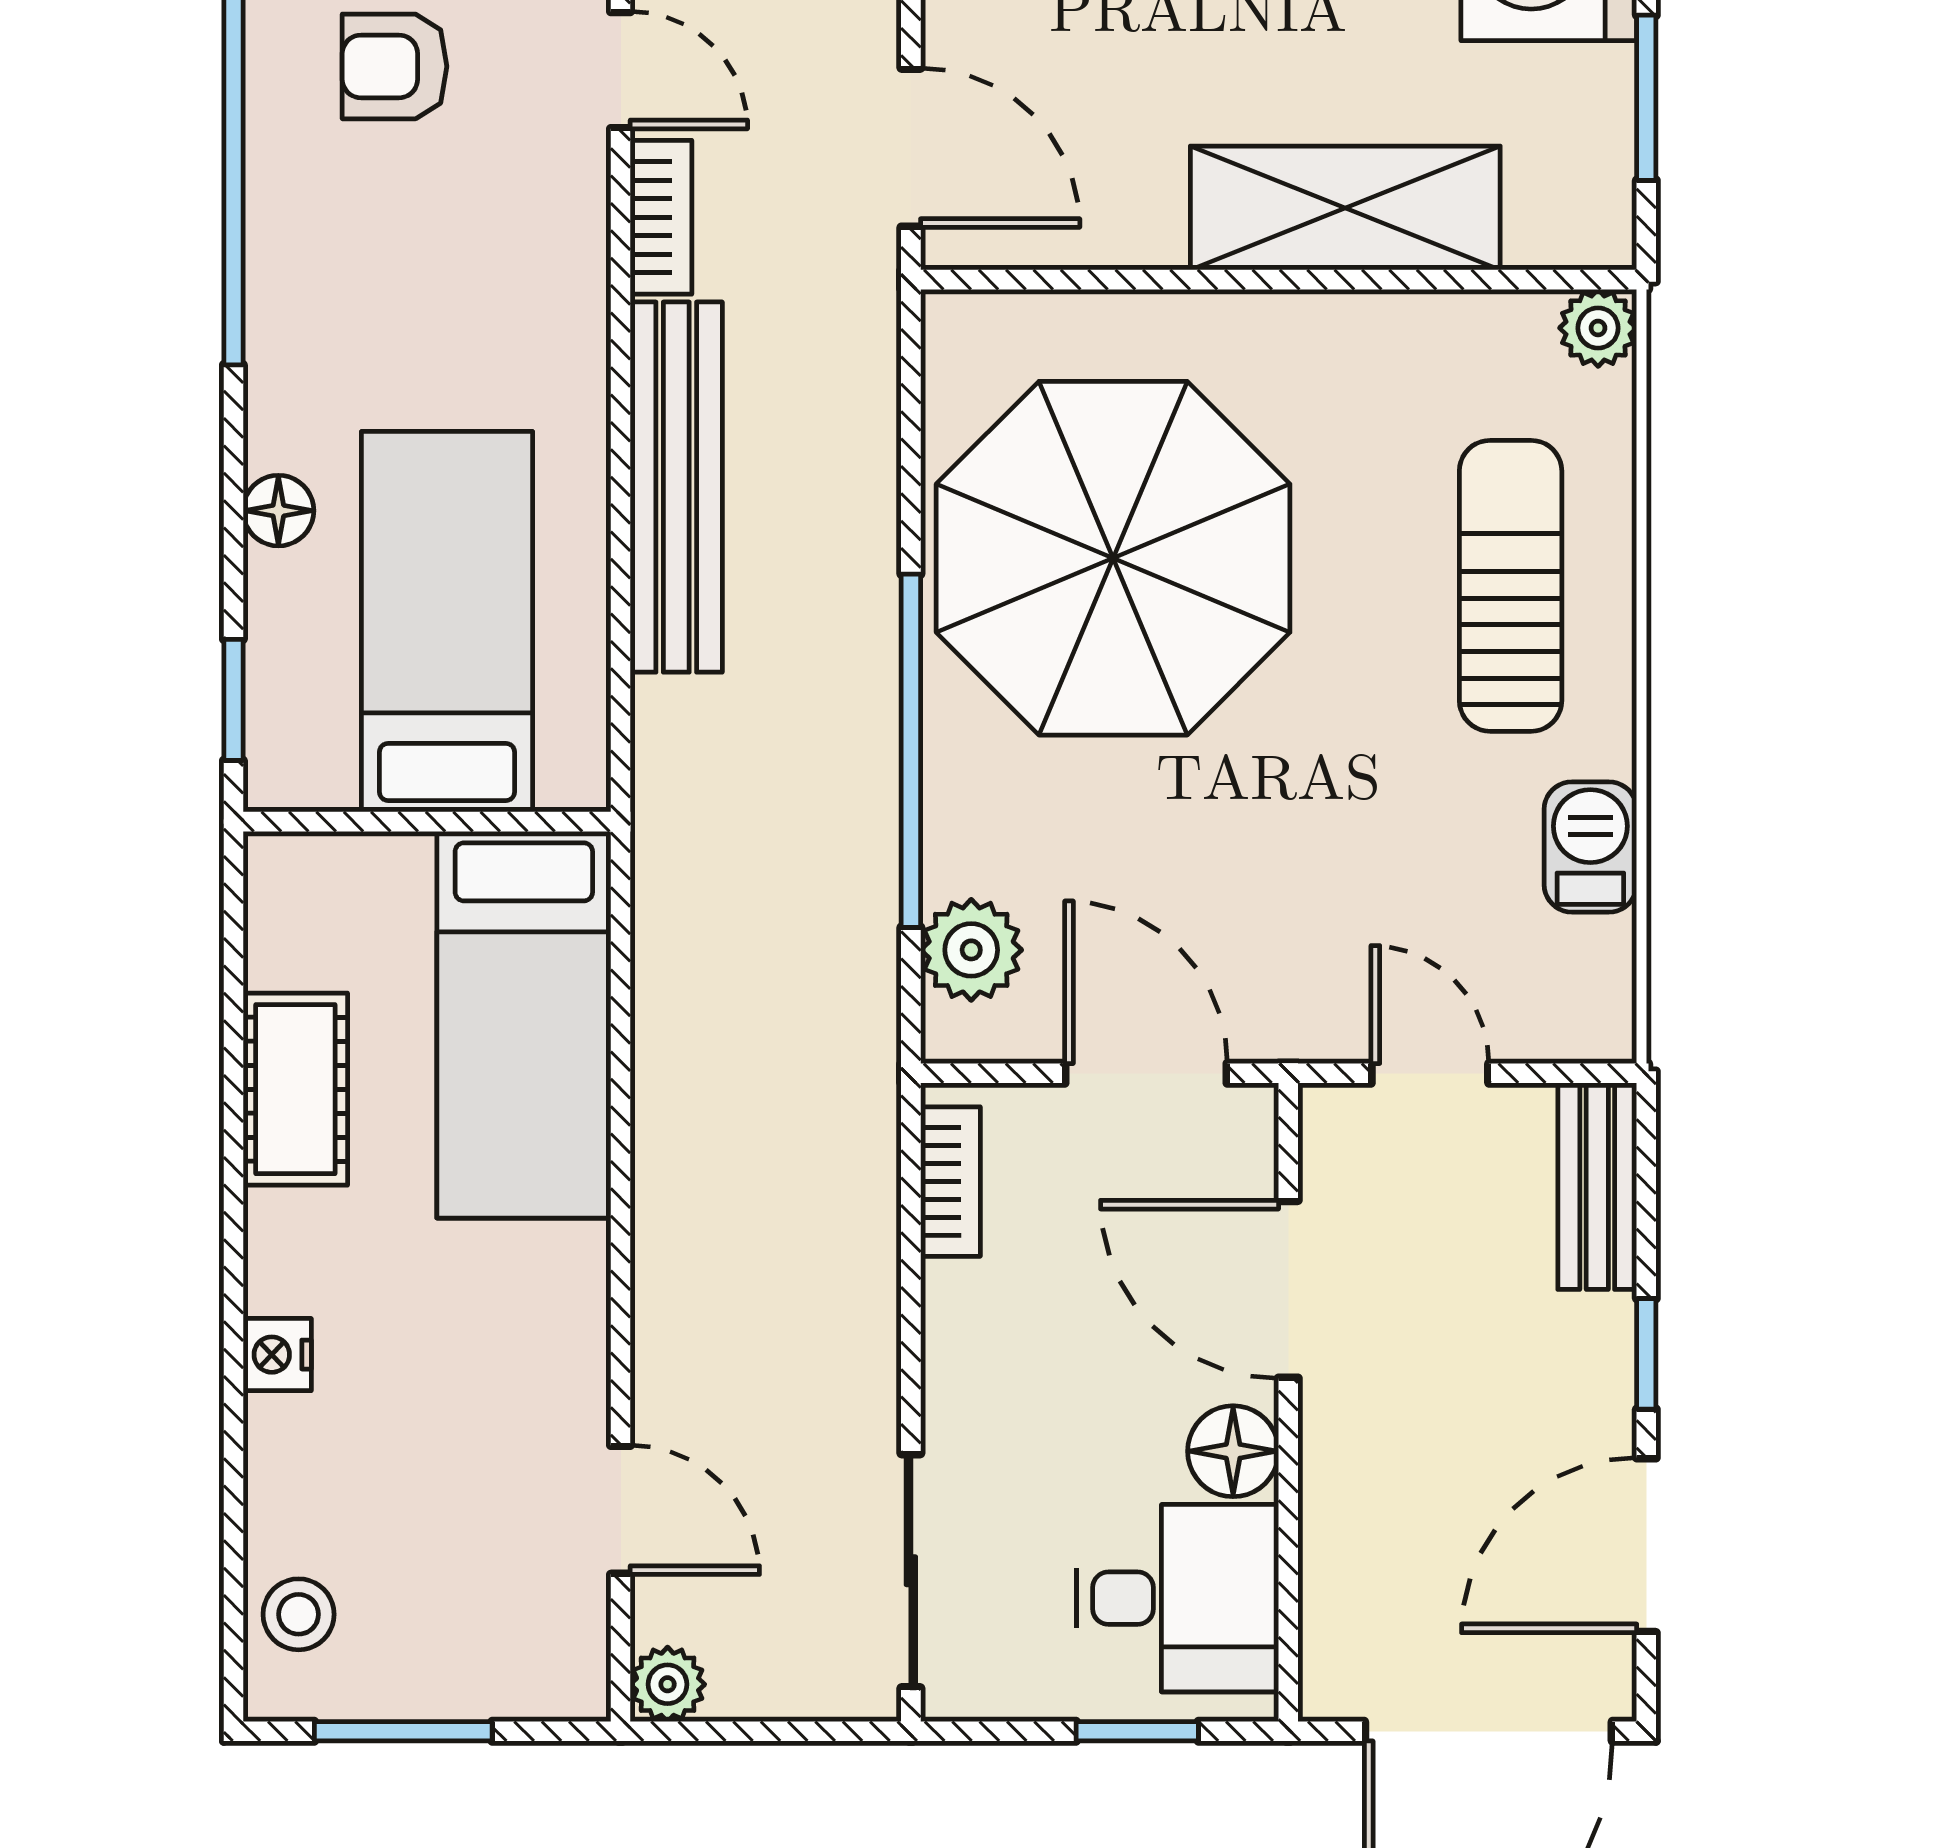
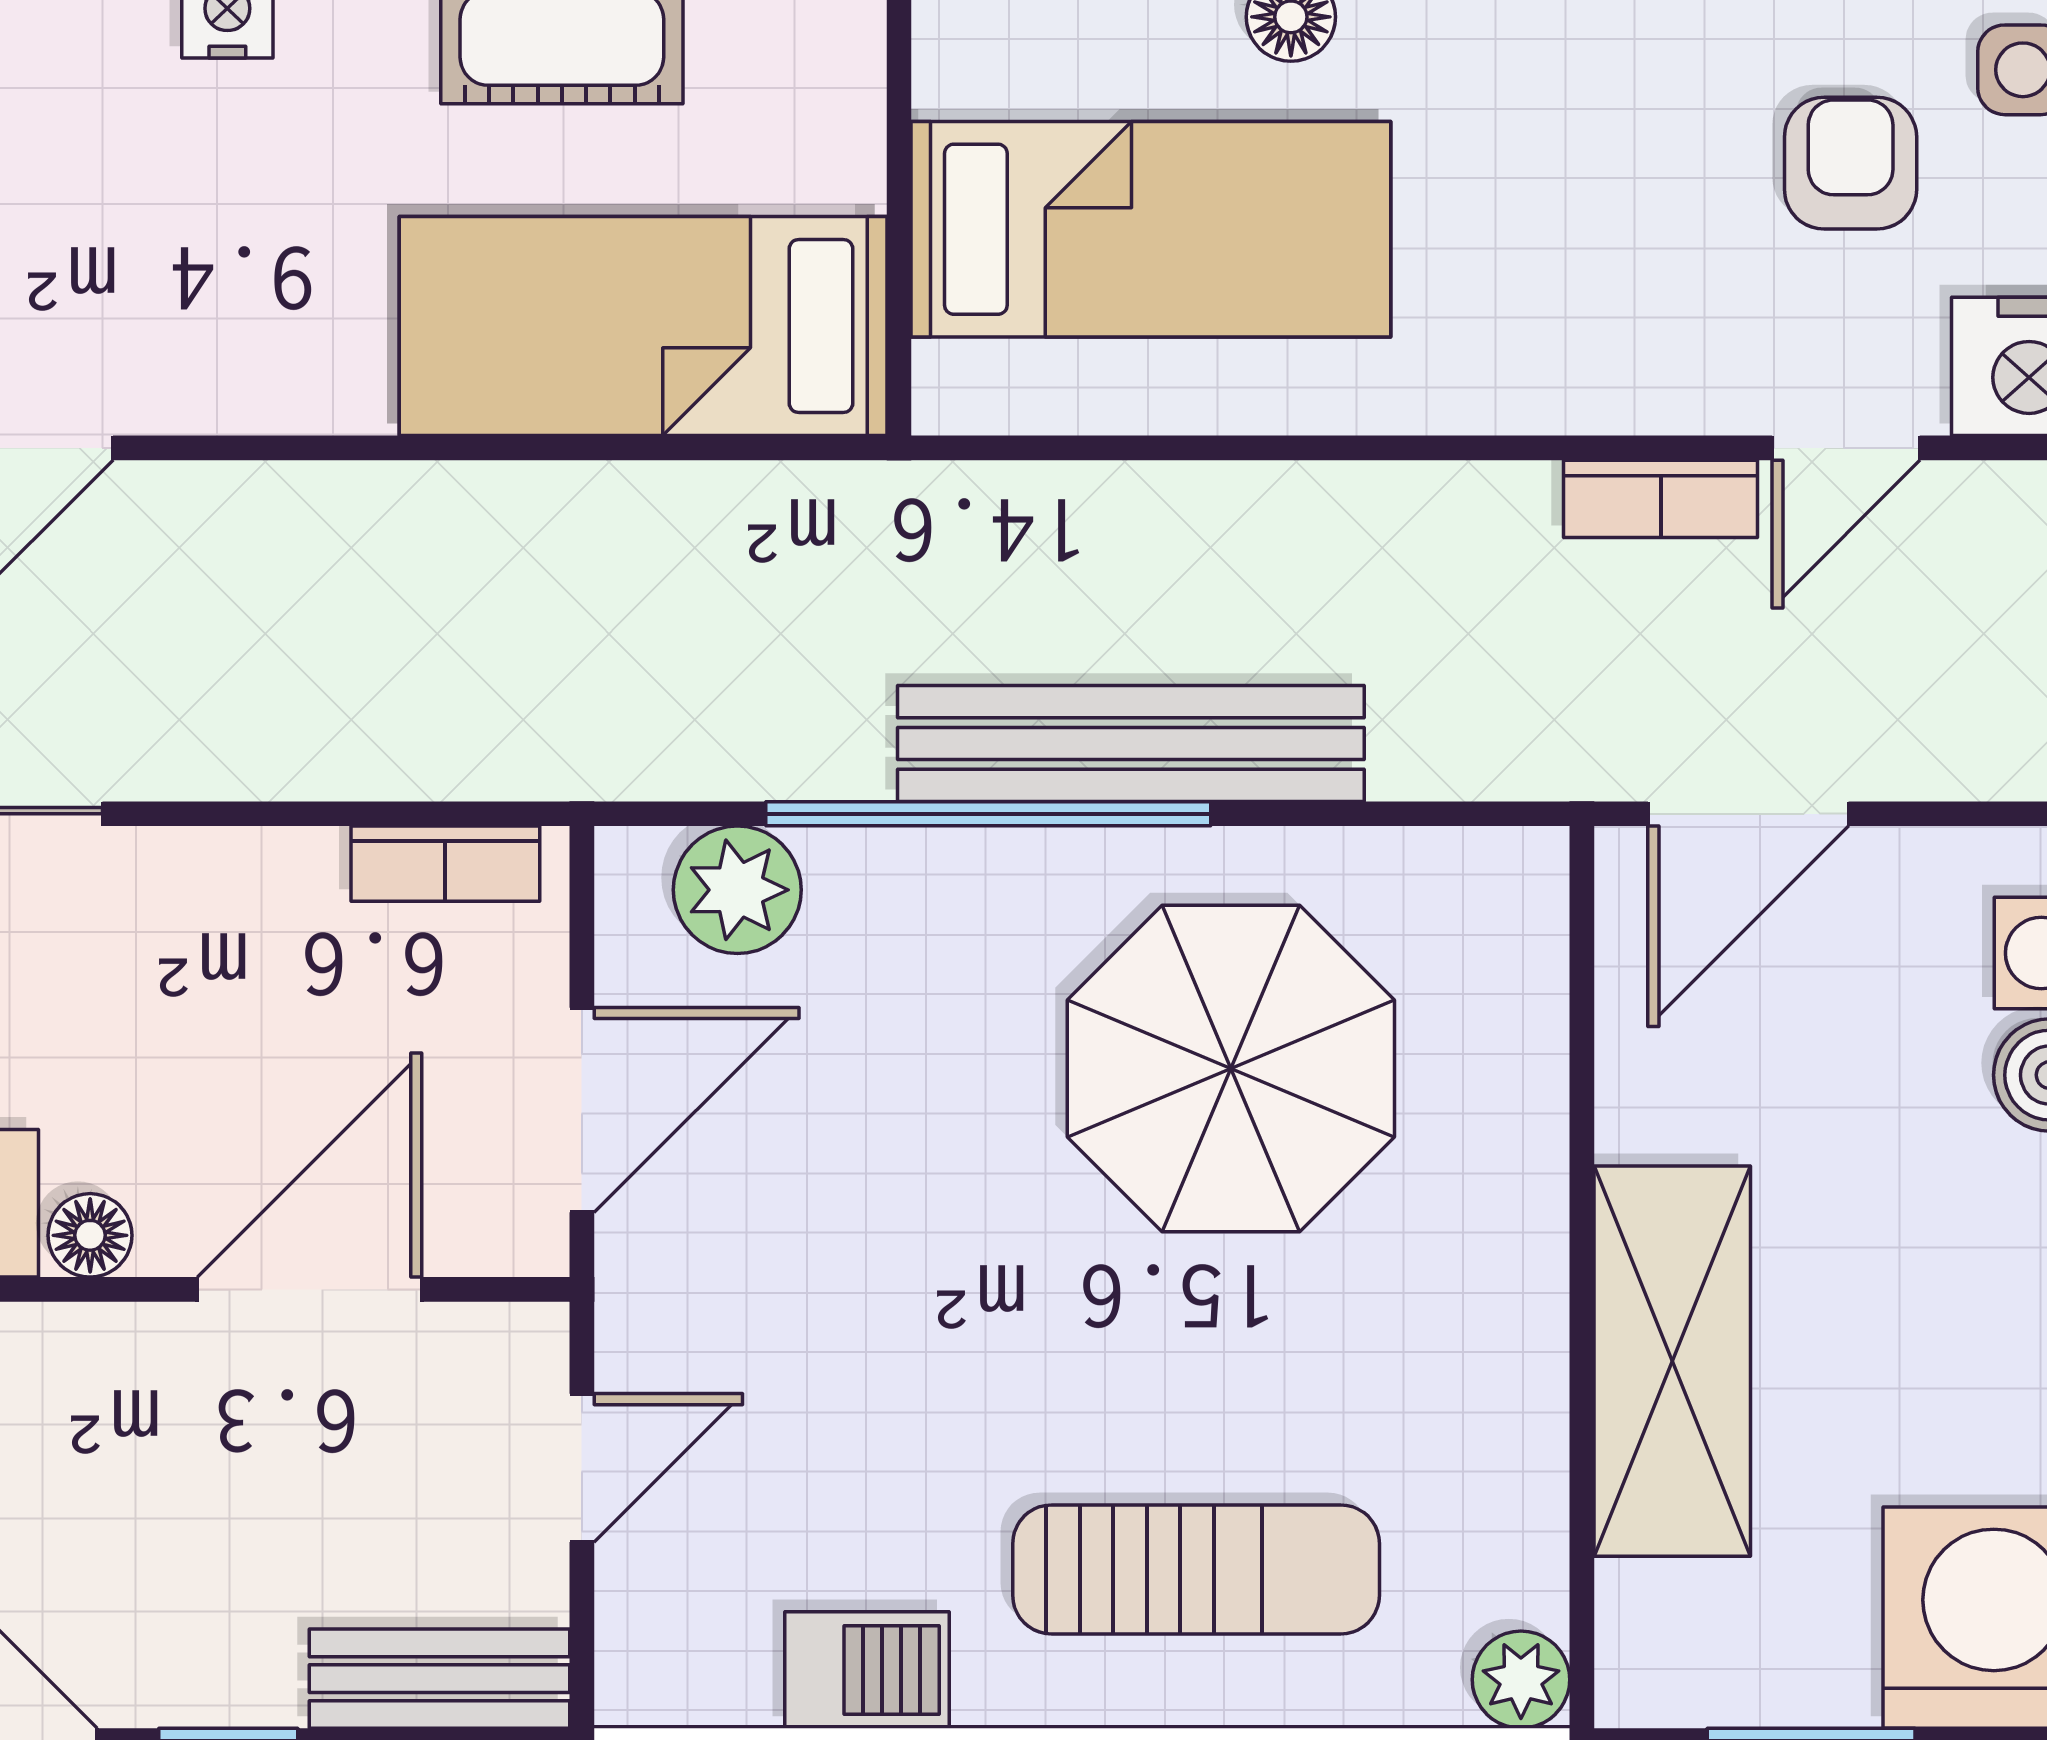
bench: (676, 487) -> (1131, 743), moved
parasol: (1113, 558) -> (1231, 1069), width x0.73, depth x0.73
floor lamp: (1233, 1451) -> (90, 1235), width x0.73, depth x0.73

